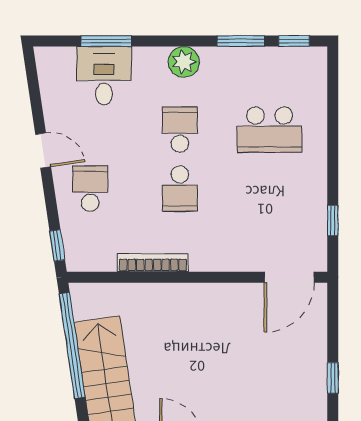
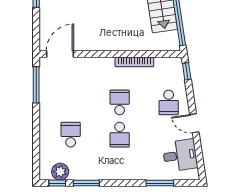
plant: (184, 62) -> (60, 172), moved
desk: (104, 76) -> (180, 155), moved, turned -98
school desk: (270, 130) -> (71, 135), width x0.54
window: (333, 221) -> (36, 85), width x2.17

